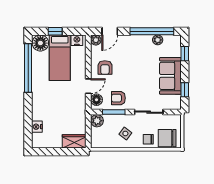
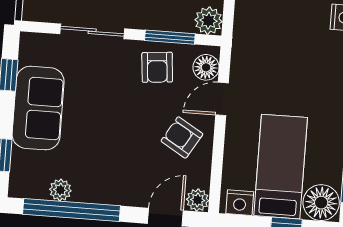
armchair: (105, 68) -> (182, 137), turned -59
armchair: (118, 98) -> (157, 67), turned 85

